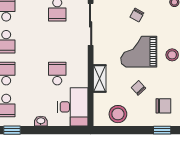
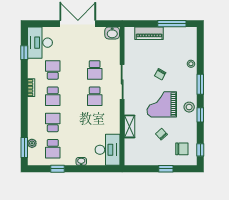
school desk: (57, 74) -> (95, 96), moved, turned 180
stool: (118, 114) -> (145, 156), removed
window: (162, 130) -> (166, 169), moved

